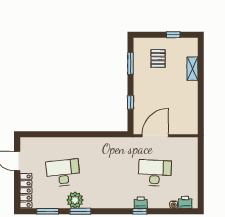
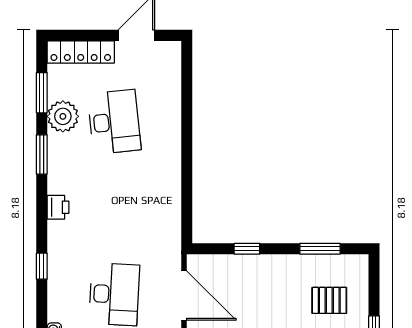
plant: (75, 200) -> (63, 116), moved
printer: (141, 203) -> (58, 207), moved

